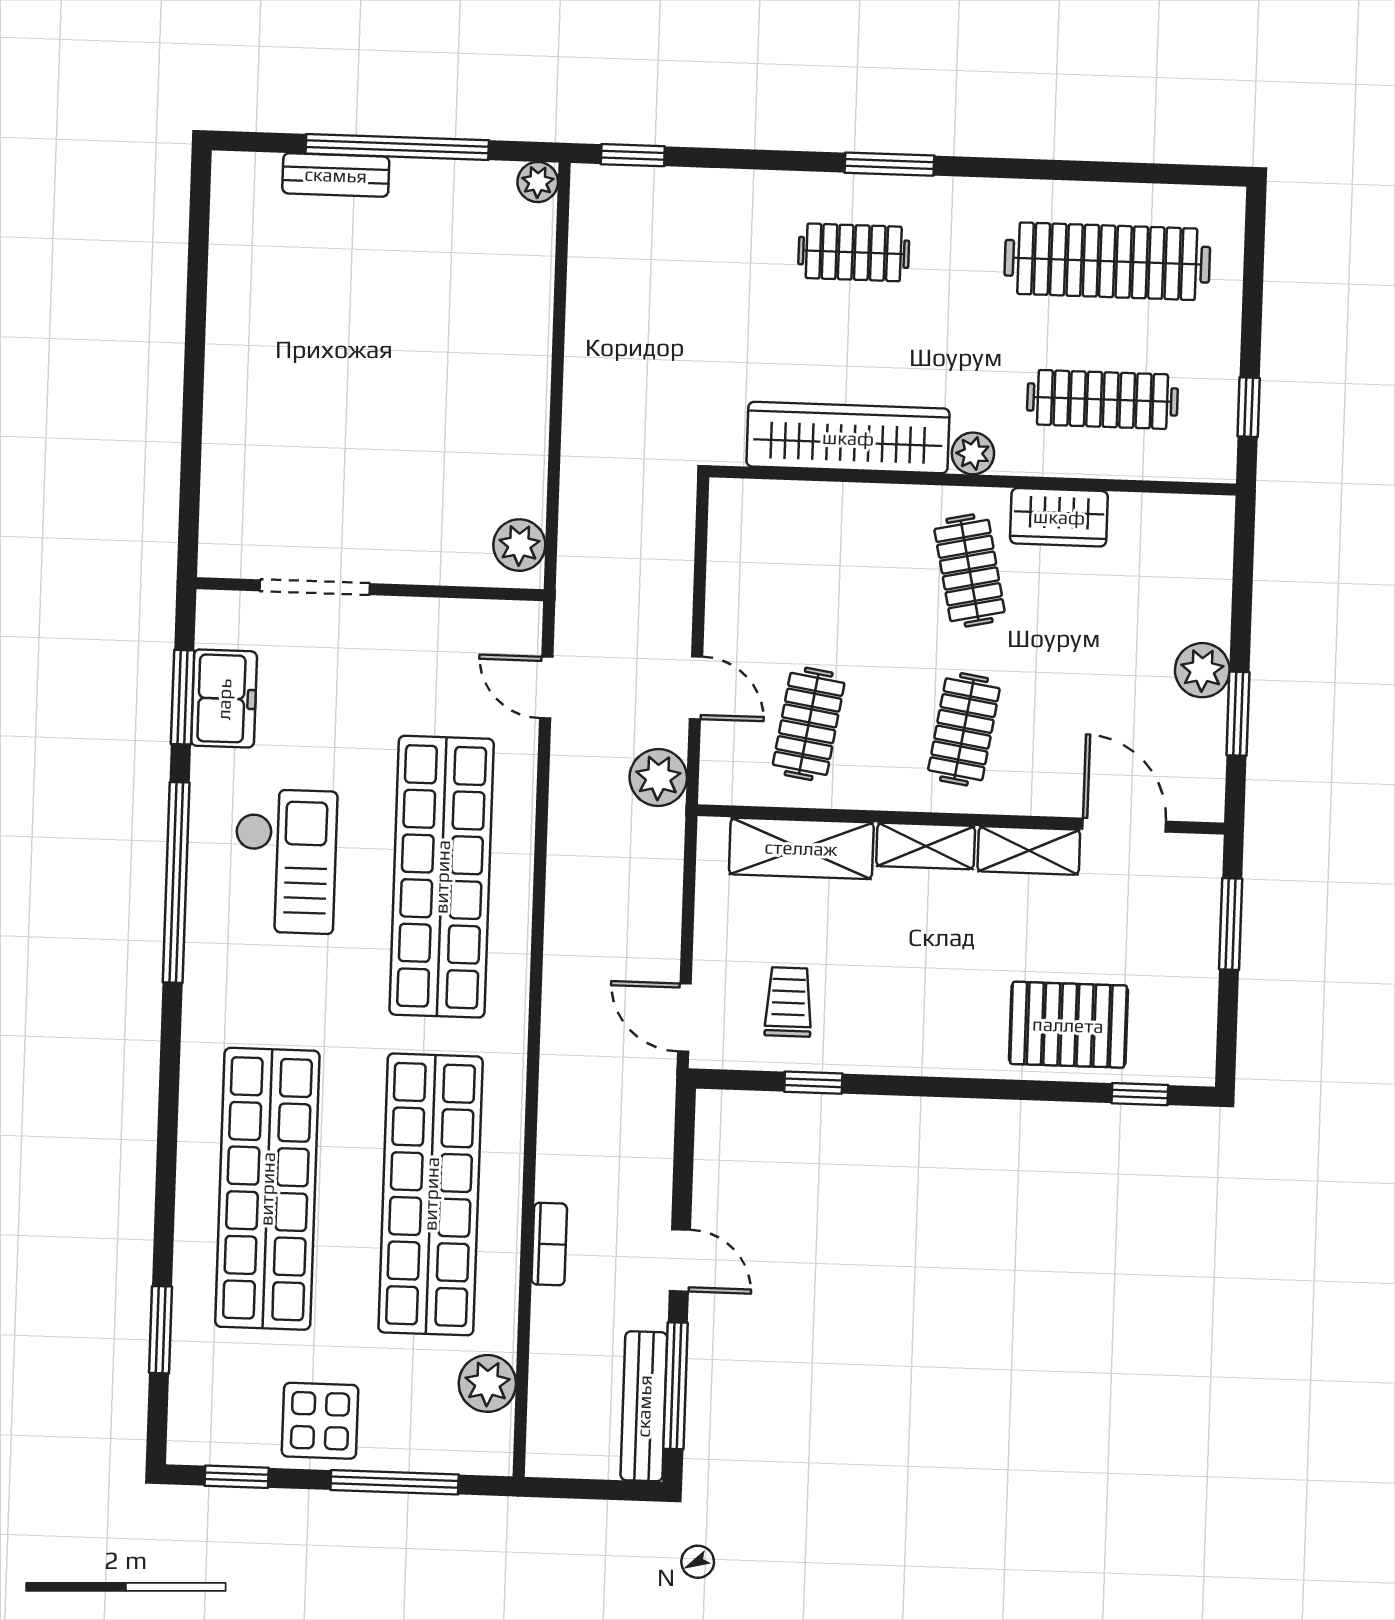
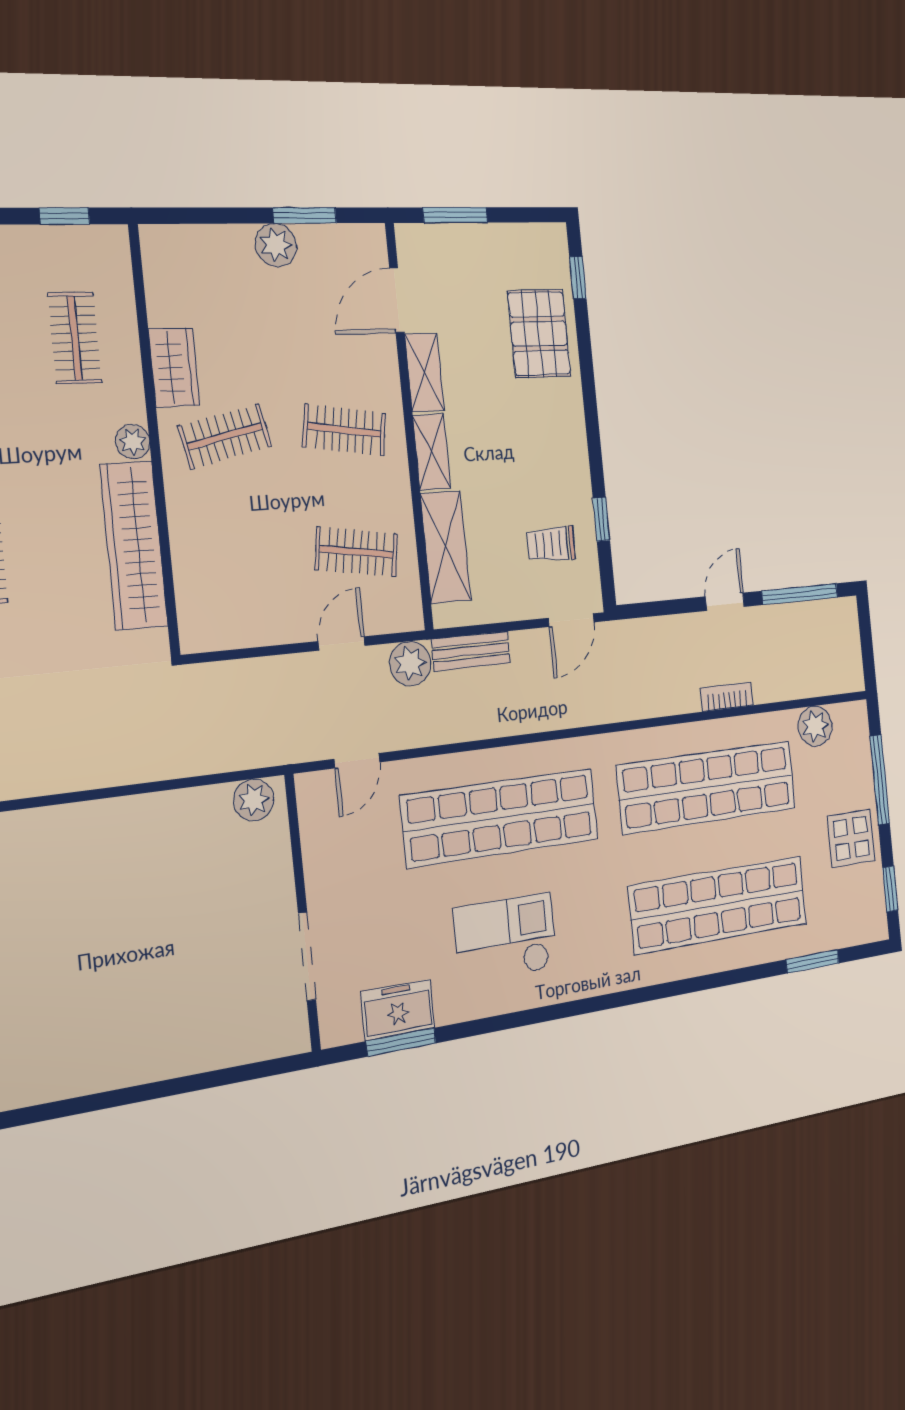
clothes rail: (1102, 399) -> (75, 338), width x0.73
window: (176, 882) -> (530, 1017), removed
bench: (644, 1406) -> (471, 651), moved, width x0.73

